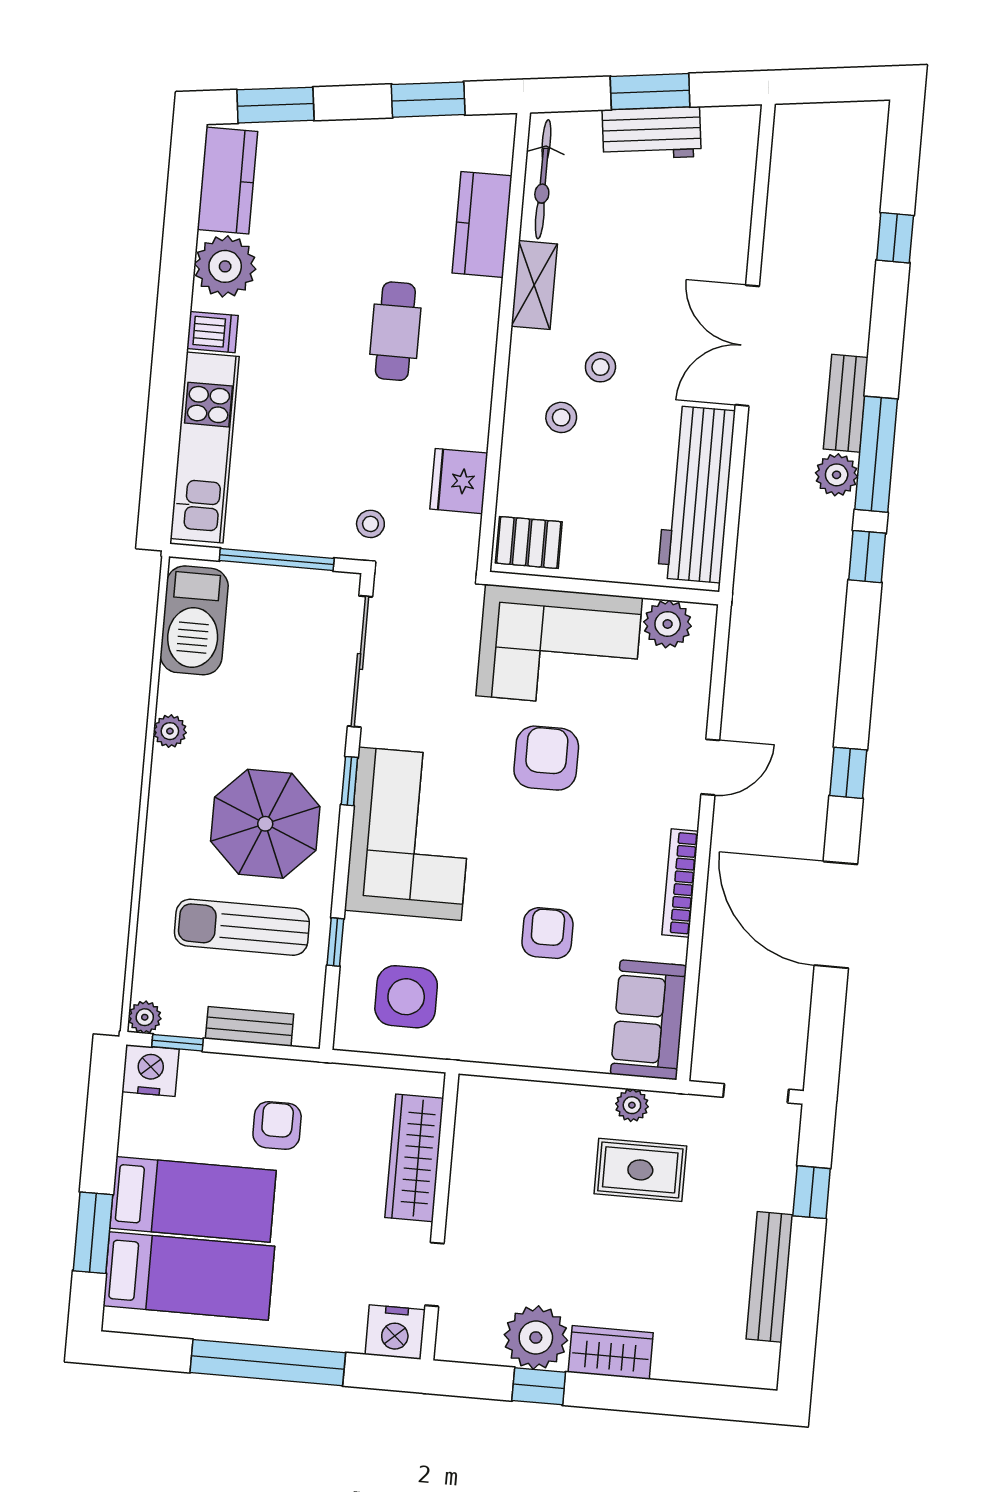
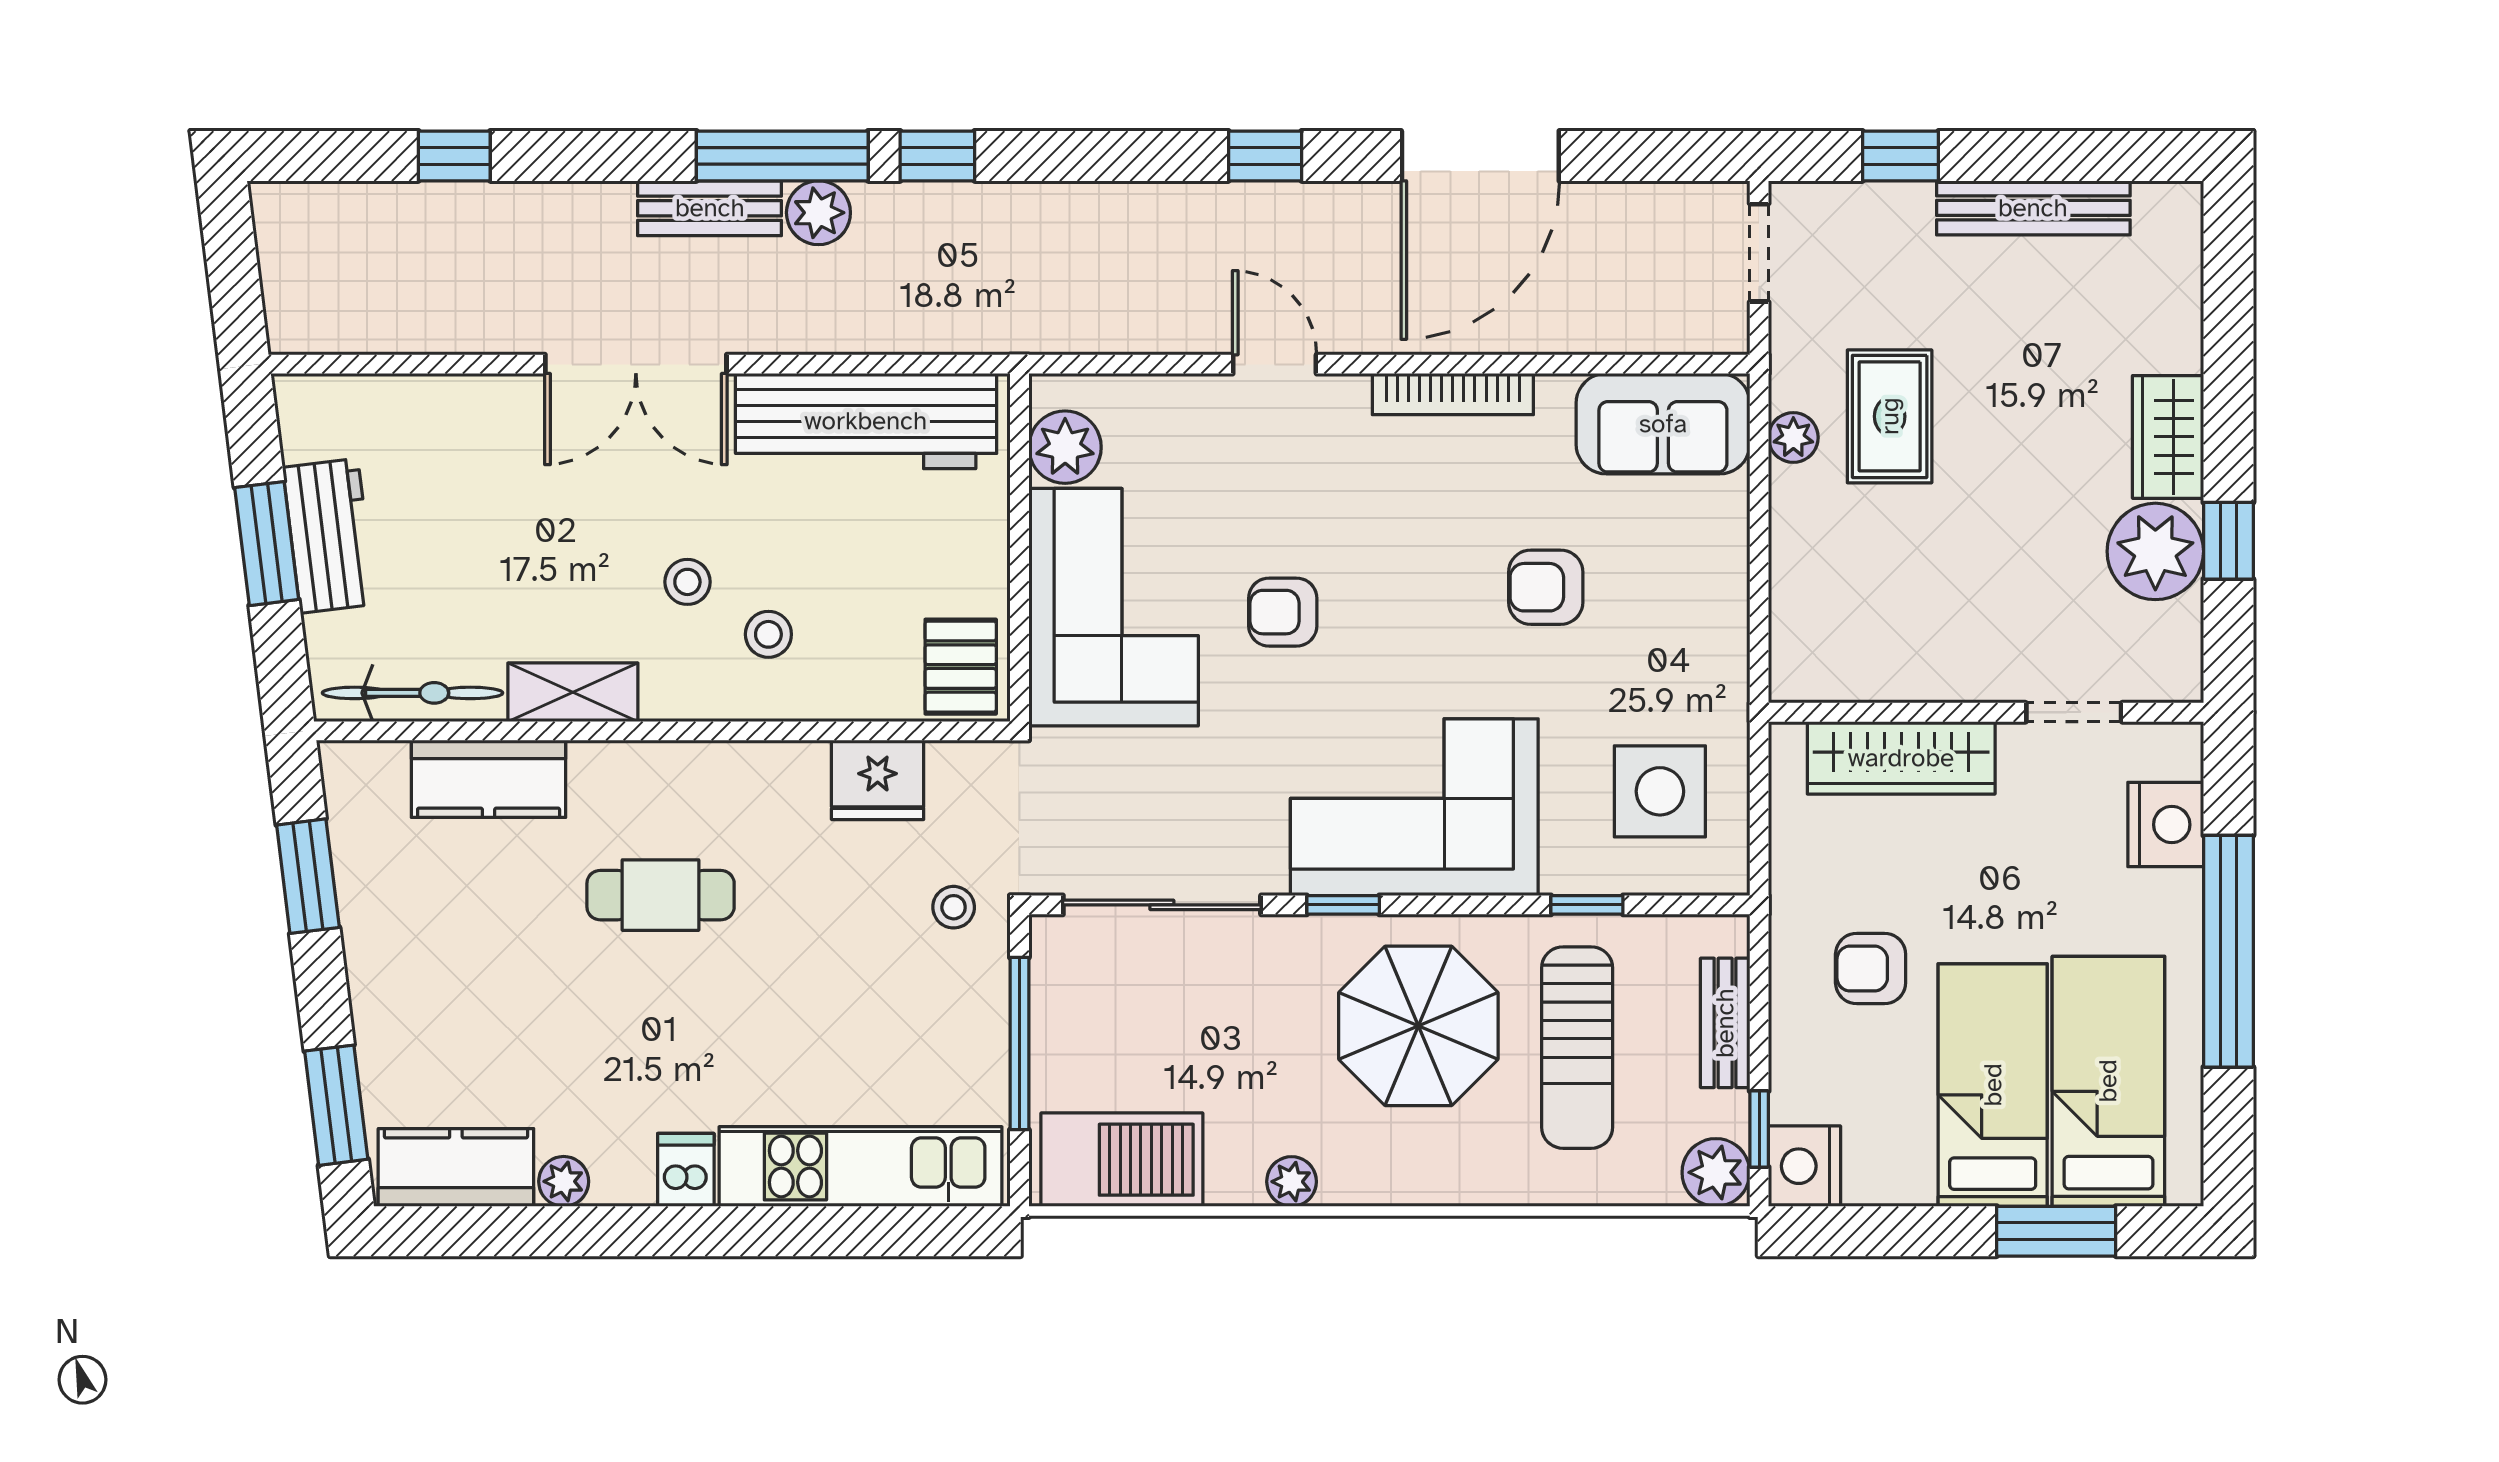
plant: (225, 266) -> (564, 1181), width x0.53, depth x0.53
armchair: (546, 758) -> (1283, 612), width x0.72, depth x0.72
plant: (145, 1017) -> (1716, 1172), width x1.38, depth x1.38
nightstand: (395, 1332) -> (2166, 825), moved

